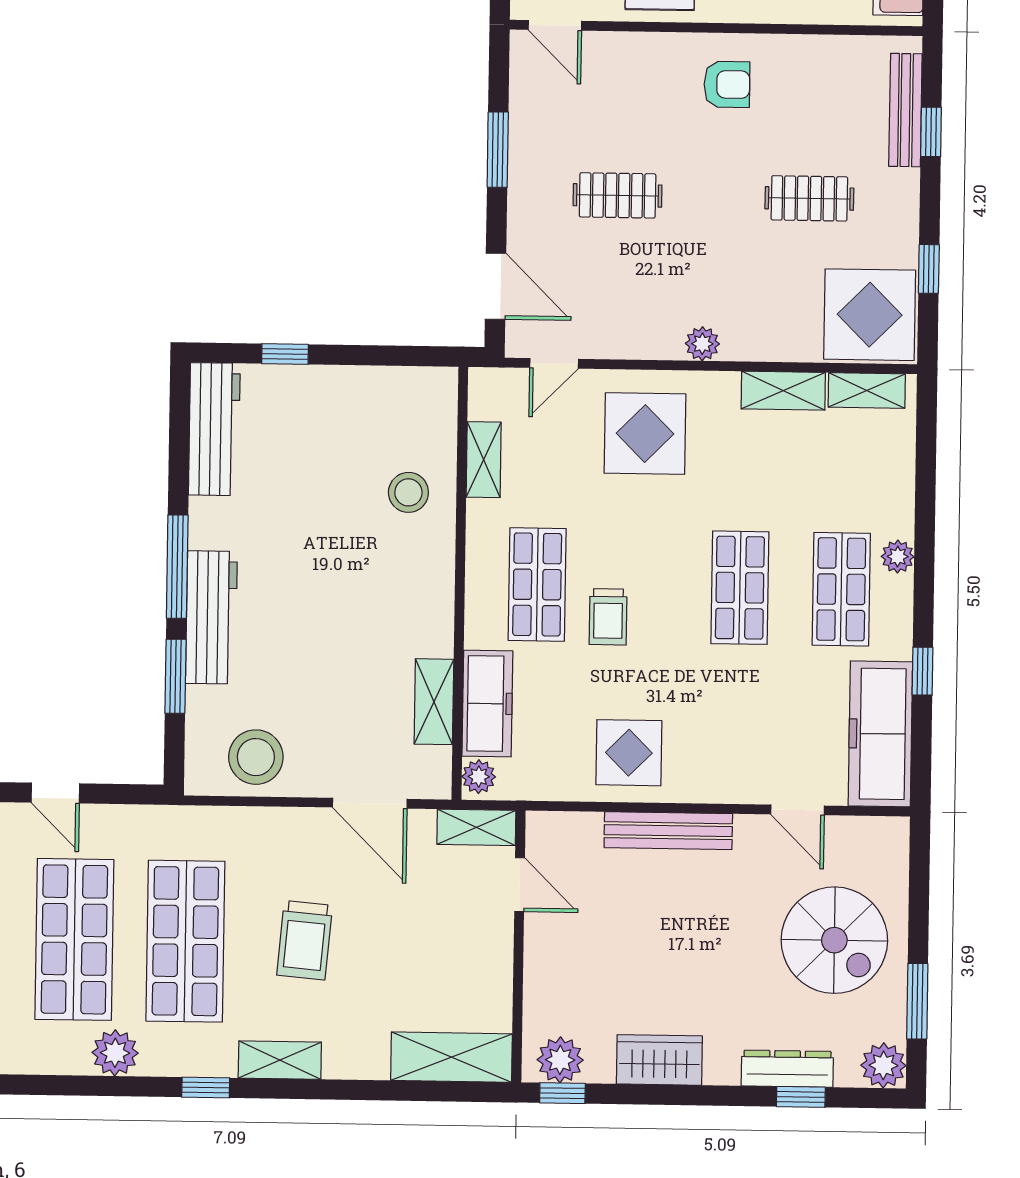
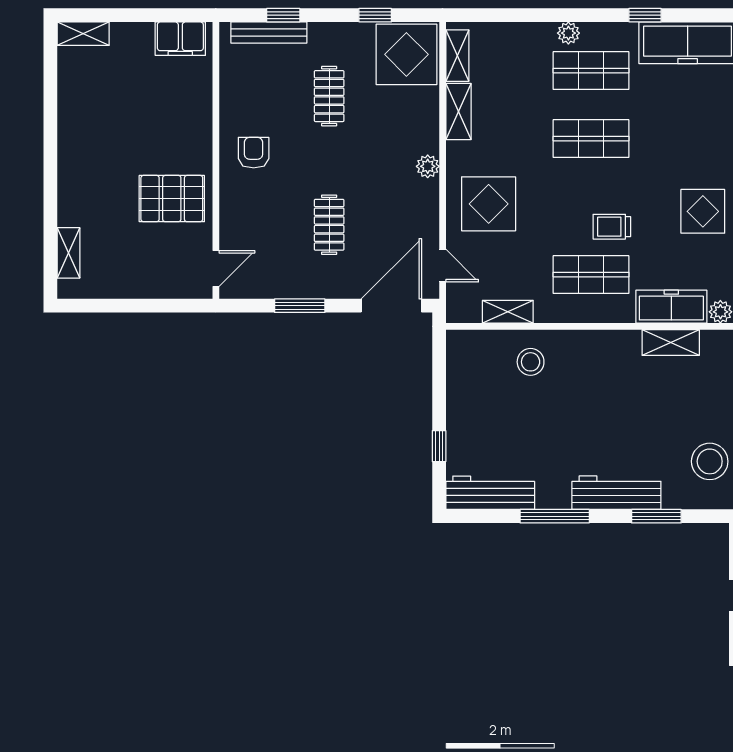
door: (496, 286) -> (391, 306), width x1.36
window: (177, 567) -> (555, 516), moved
trolley: (608, 617) -> (612, 227), turned 180

